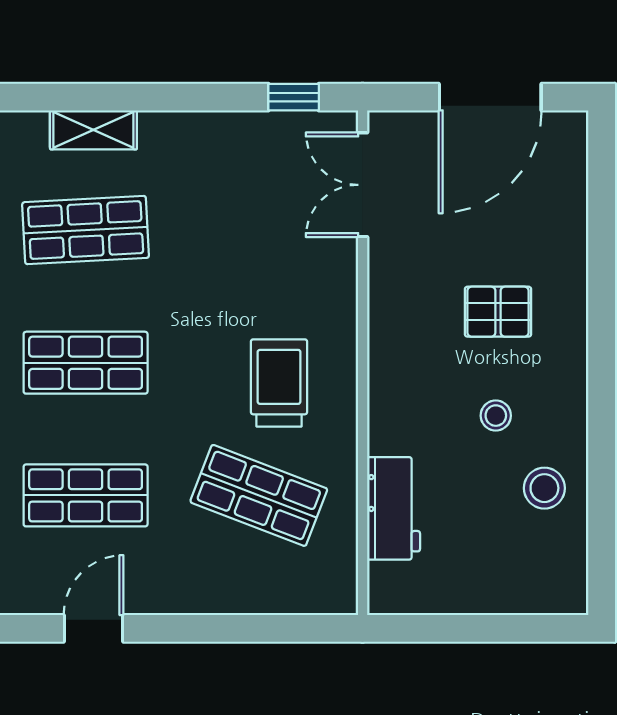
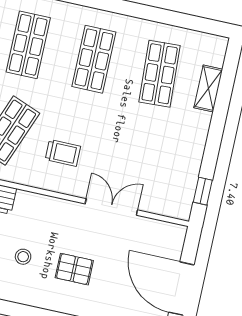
double door: (363, 185) -> (111, 207), moved
pallet: (498, 312) -> (74, 269), turned 90
trolley: (279, 383) -> (63, 153), width x0.73, depth x0.72

